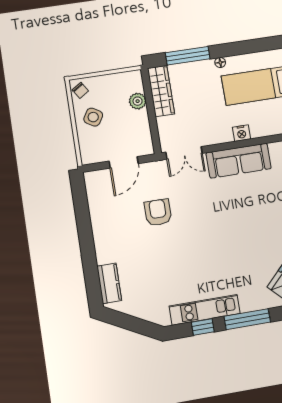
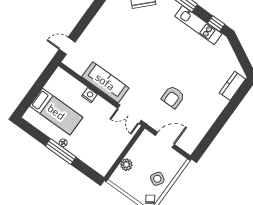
window: (188, 56) -> (61, 152), moved
wardrobe: (161, 91) -> (109, 158), removed
double door: (184, 153) -> (129, 114), swing flipped
window: (203, 327) -> (216, 24), moved

